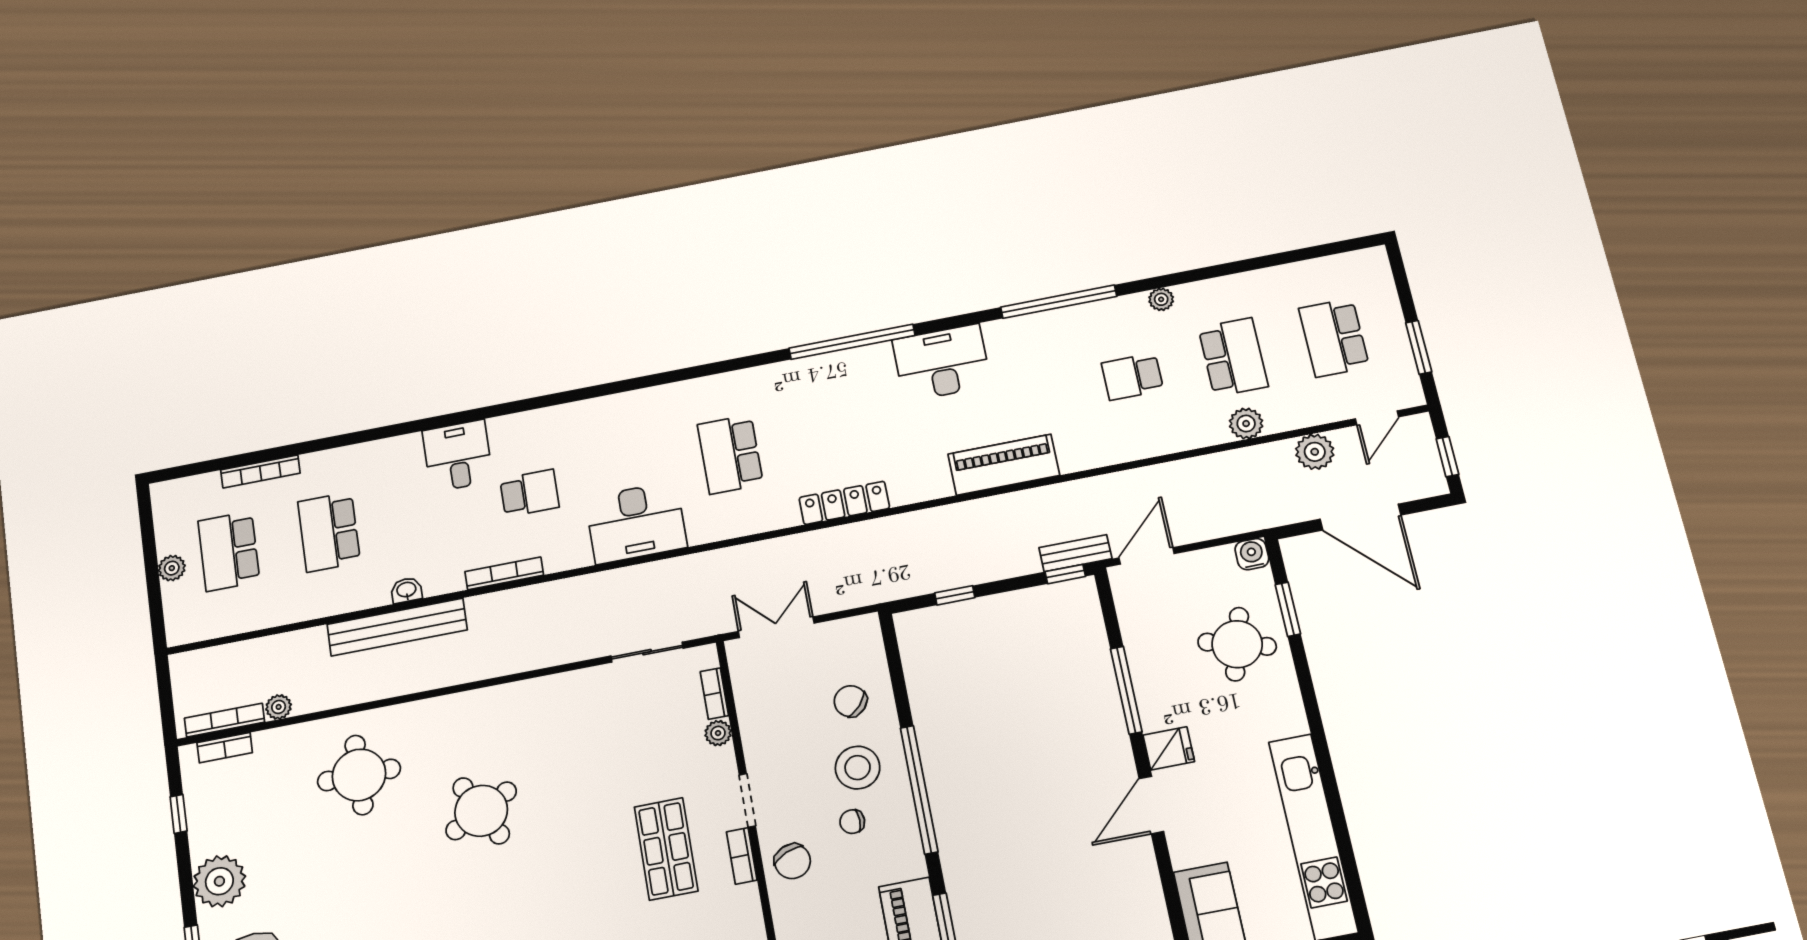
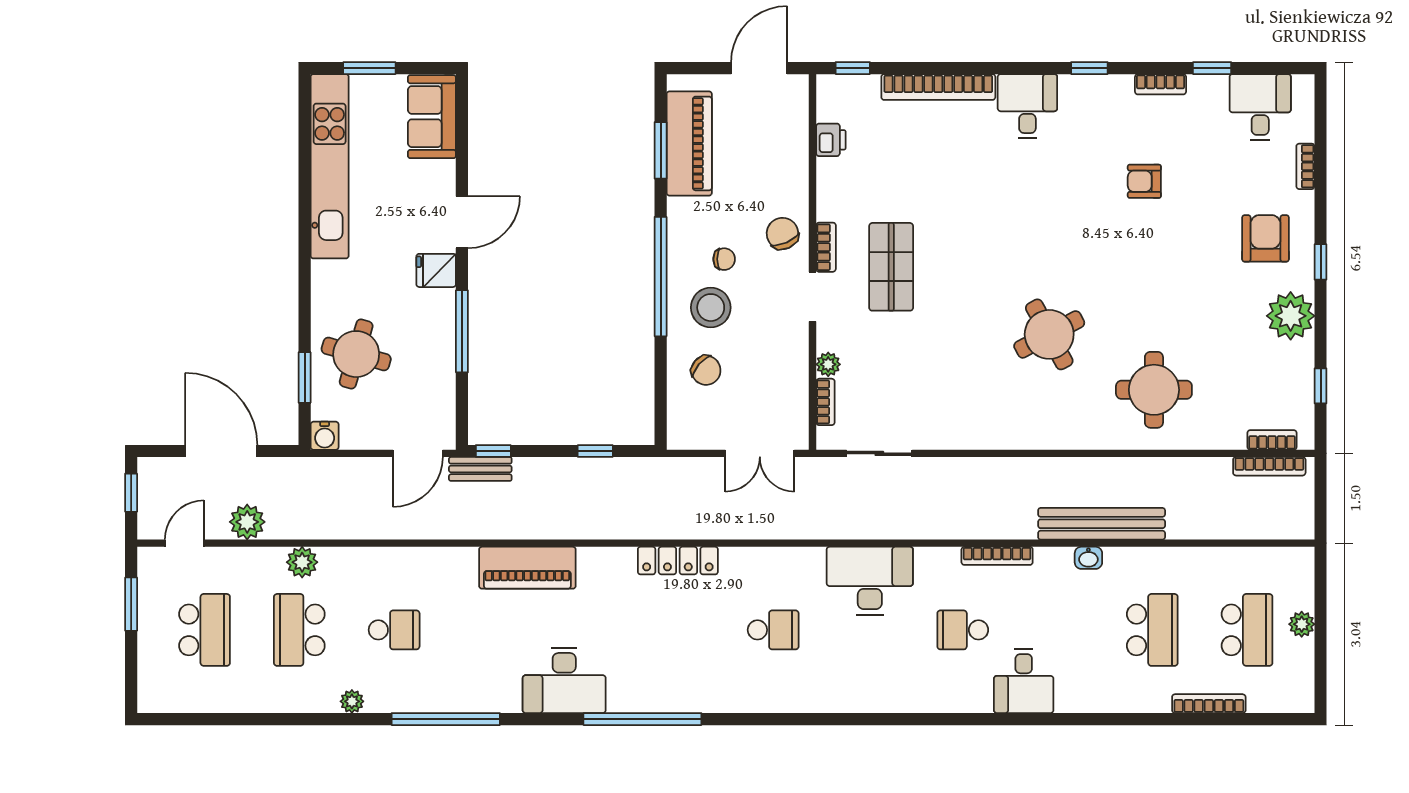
school desk: (730, 454) -> (773, 630), width x0.54
plant: (279, 707) -> (1219, 469), removed

